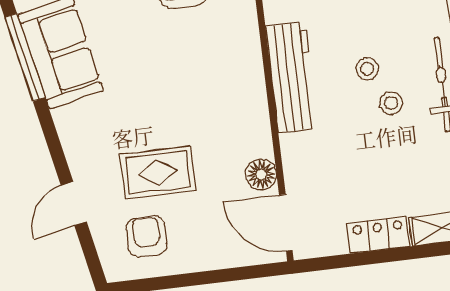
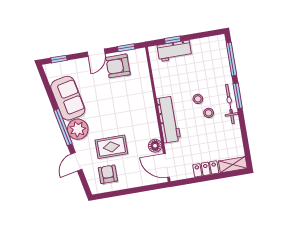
window: (25, 57) -> (63, 127), moved
workbench: (292, 77) -> (169, 119), moved
plant: (81, 127) -> (78, 129), added

